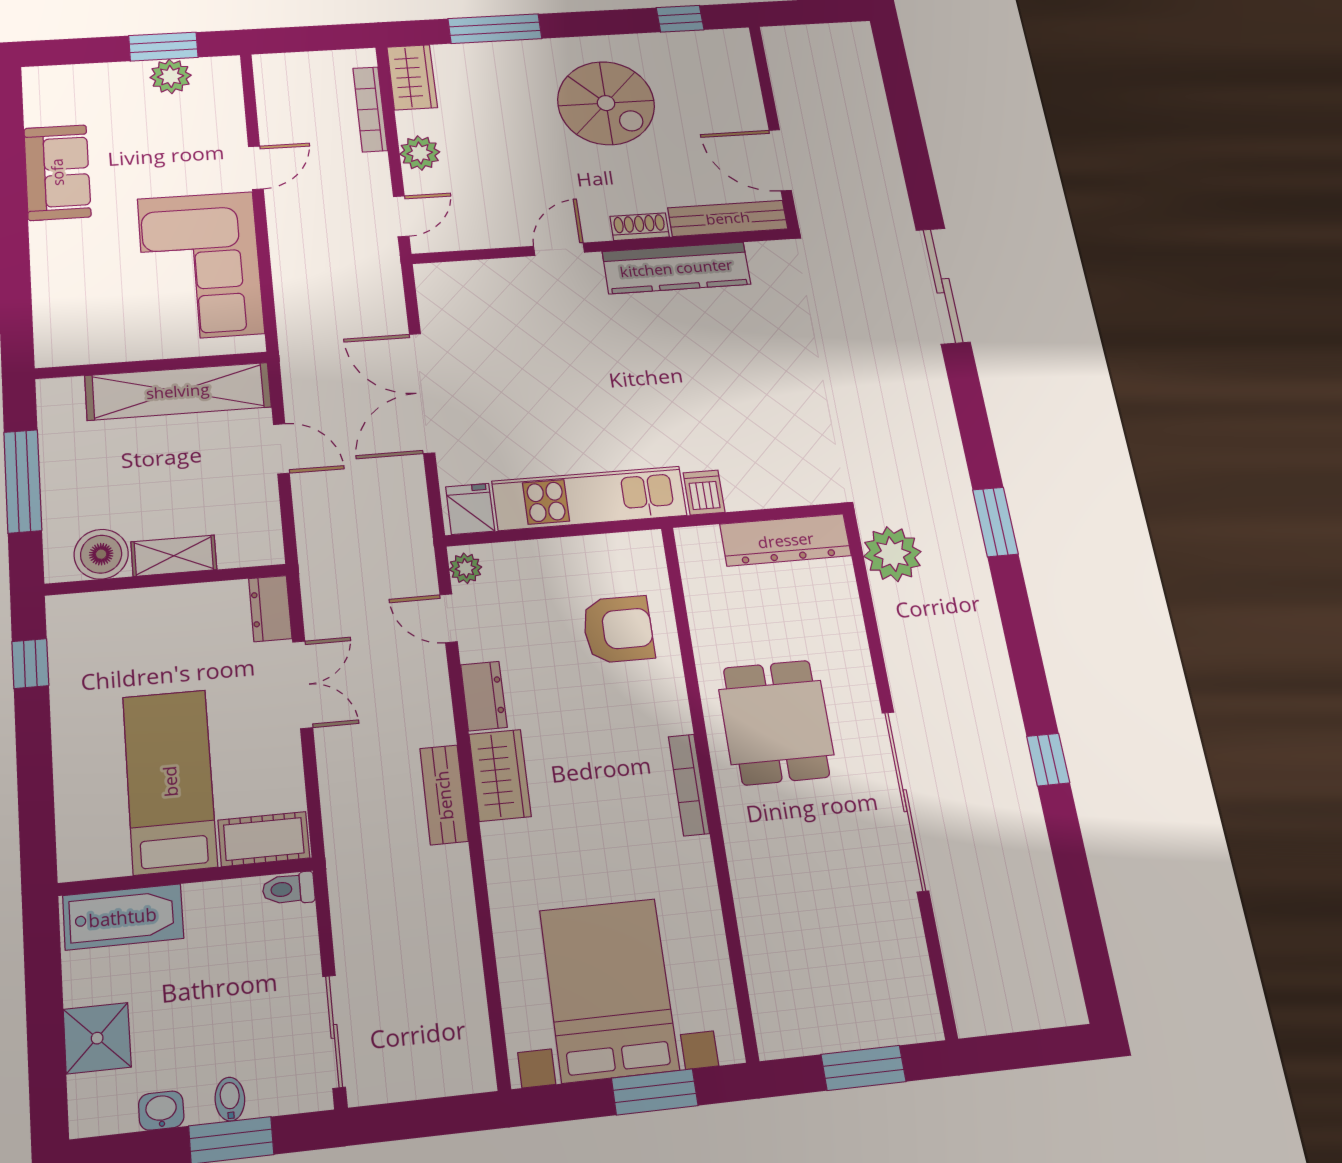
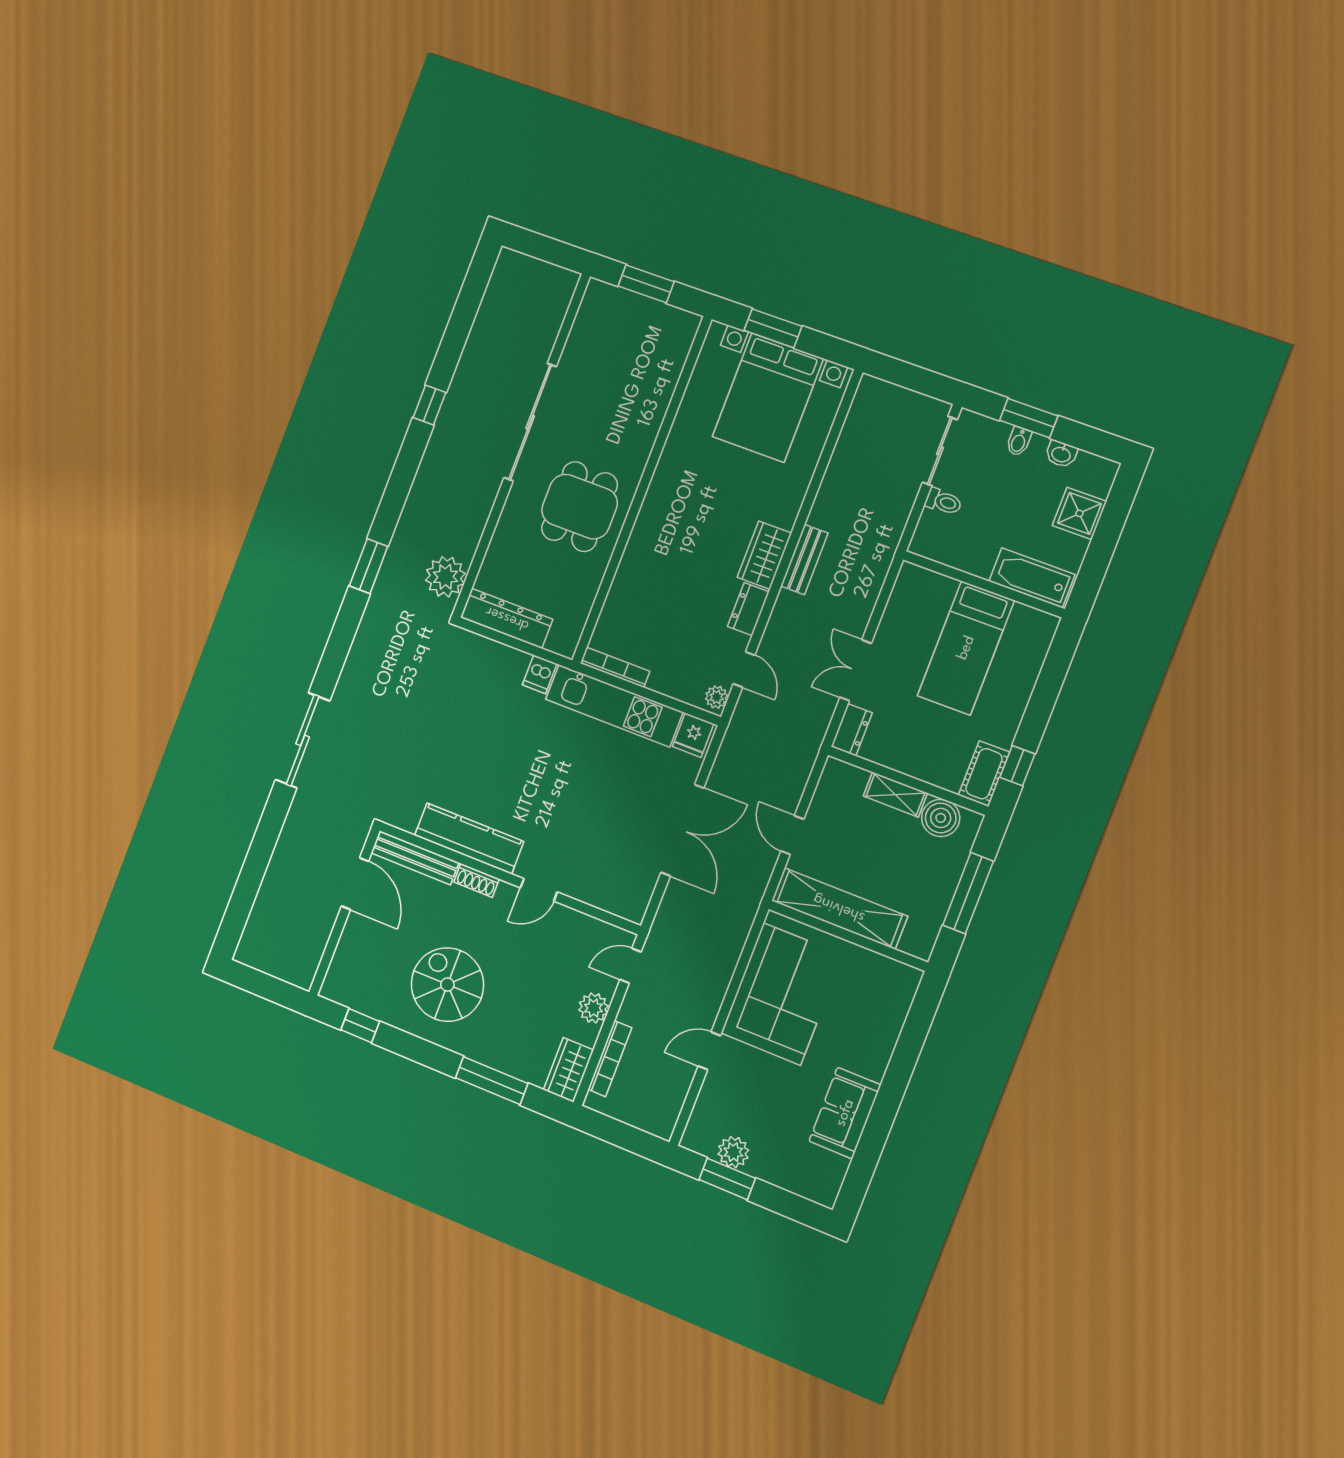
armchair: (618, 629) -> (643, 611), removed
bookcase: (689, 785) -> (615, 667), moved, turned -90
cot: (264, 839) -> (984, 774), moved, turned 90
toilet: (289, 889) -> (943, 502), moved

